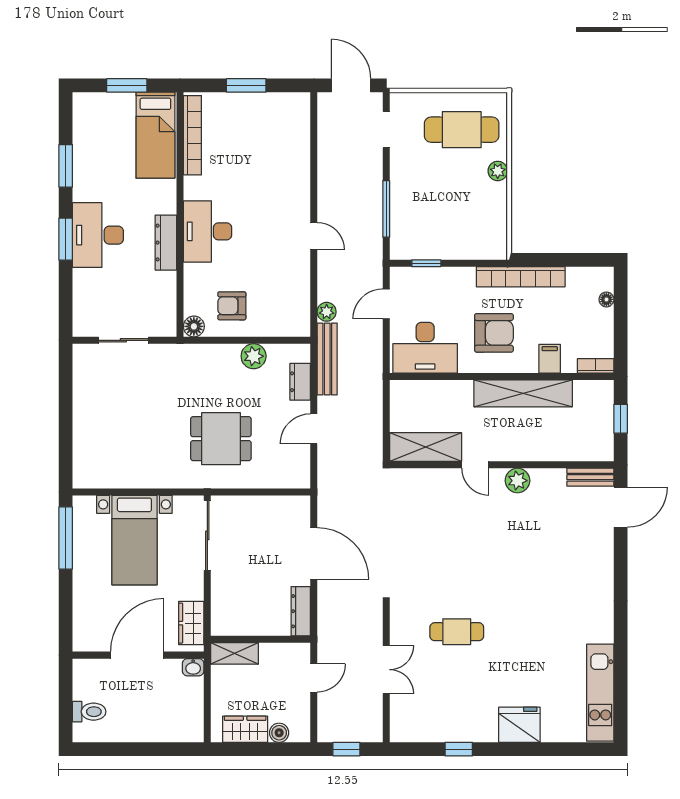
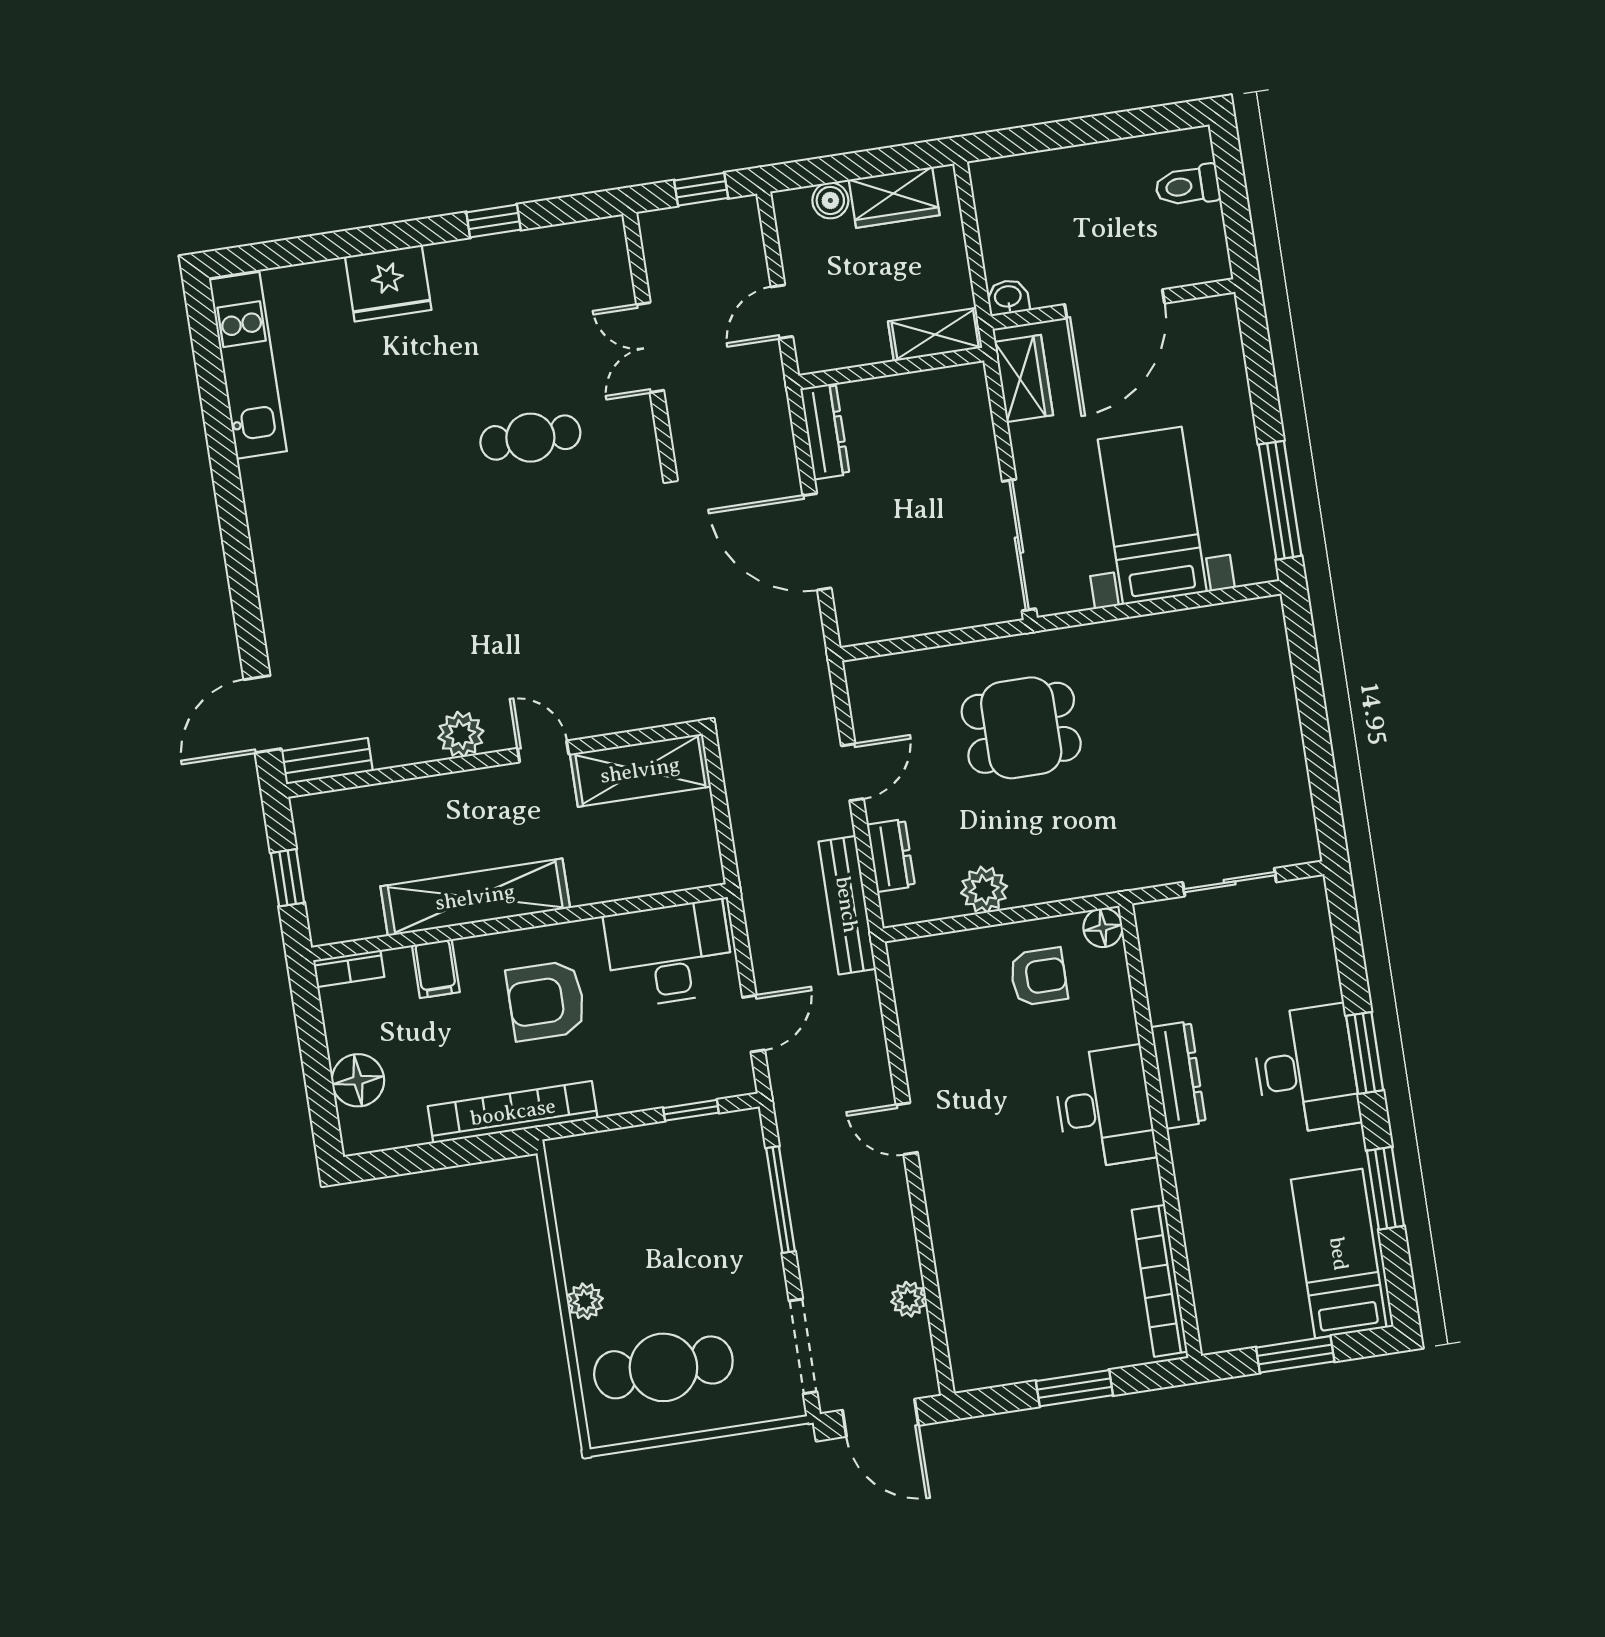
doorway: (386, 129) -> (803, 1346), width x1.38
bed: (155, 135) -> (1339, 1254), moved
floor lamp: (606, 299) -> (358, 1080), width x1.89, depth x1.89
plant: (327, 312) -> (909, 1299), moved

